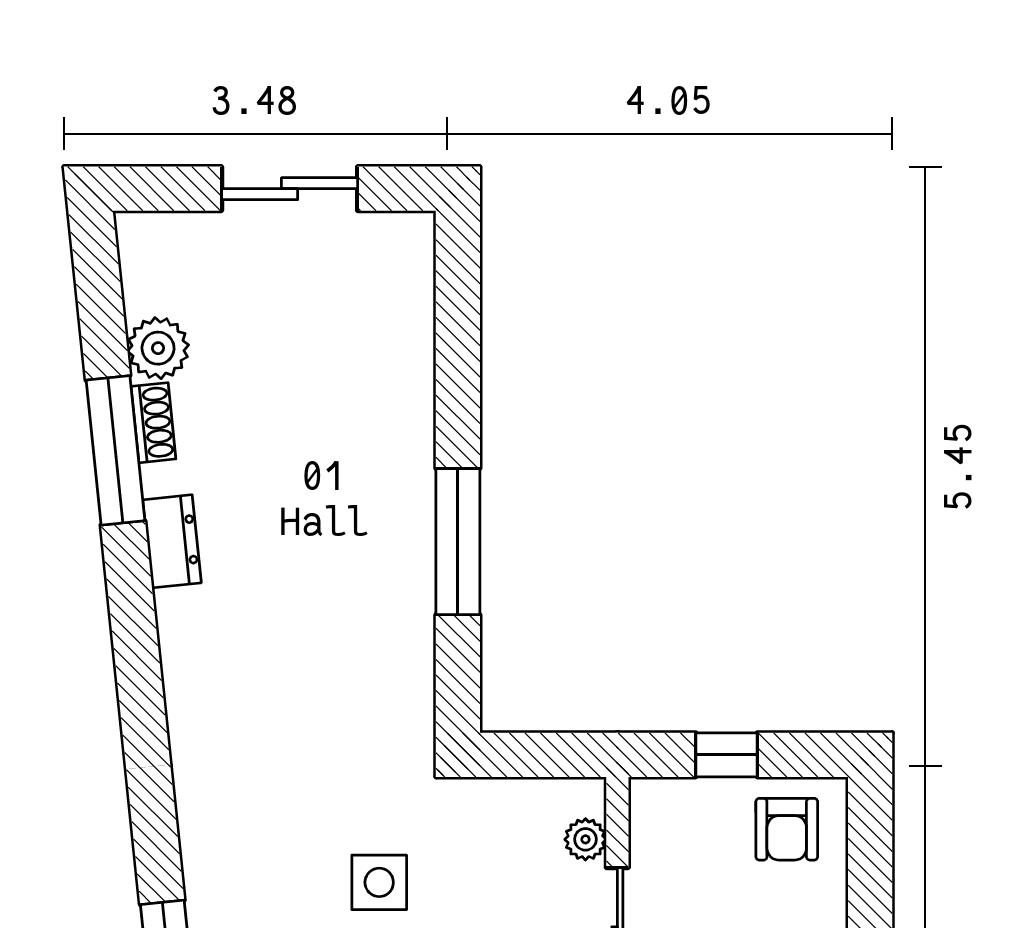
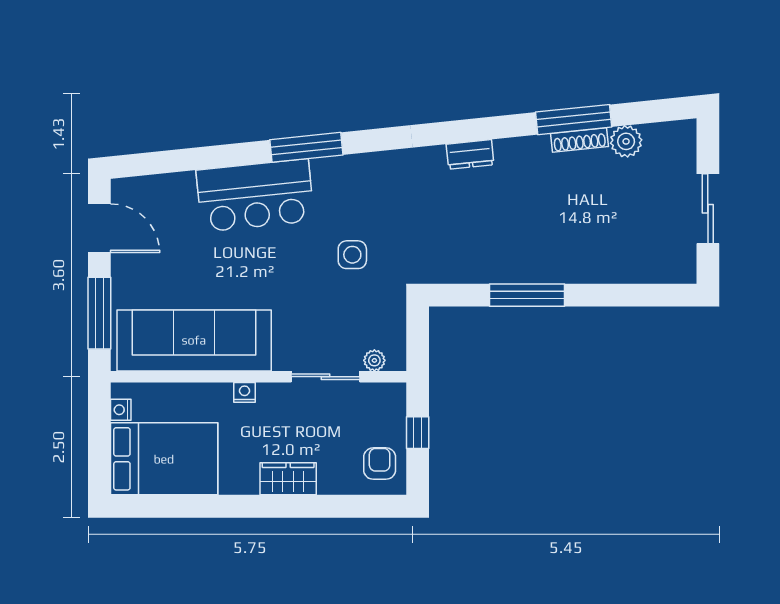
shoe rack: (153, 423) -> (580, 140), width x1.43
dresser: (172, 541) -> (470, 154), moved
armchair: (787, 829) -> (380, 464), turned 90

